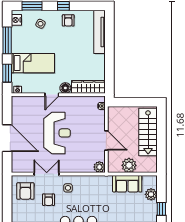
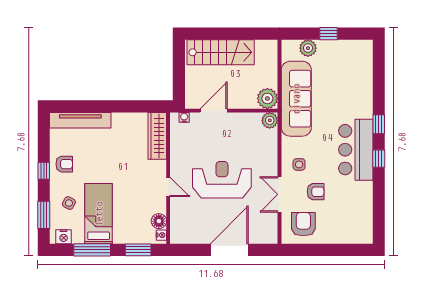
bed: (33, 63) -> (99, 214), moved
floor lamp: (65, 88) -> (159, 221), moved
door: (106, 140) -> (214, 111), moved
plant: (129, 165) -> (267, 98), moved
sofa: (127, 184) -> (296, 99), width x1.85, depth x1.27
armchair: (25, 191) -> (303, 224), turned -90

